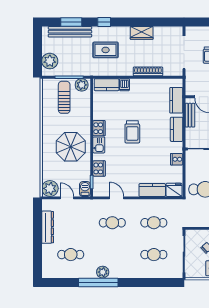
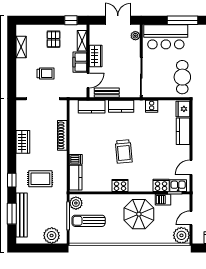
rug: (106, 50) -> (40, 179), turned 90
trolley: (132, 132) -> (124, 151), turned 85
kitchen sink: (99, 145) -> (178, 186), moved
barbecue: (85, 189) -> (163, 200), moved

